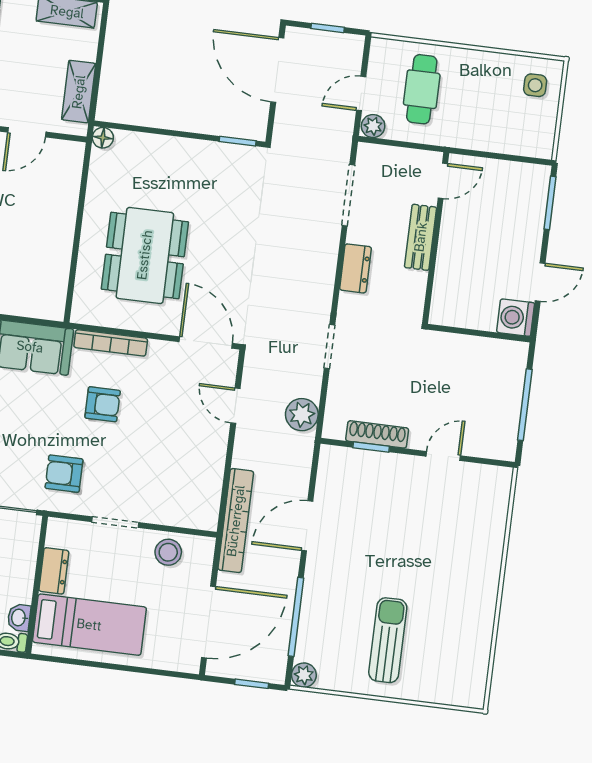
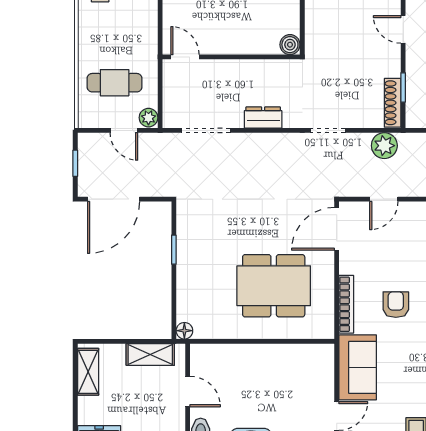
window: (238, 141) -> (174, 250), moved
bench: (421, 237) -> (232, 69), removed
boiler: (442, 313) -> (290, 45), added
shoe rack: (377, 434) -> (393, 103), moved

